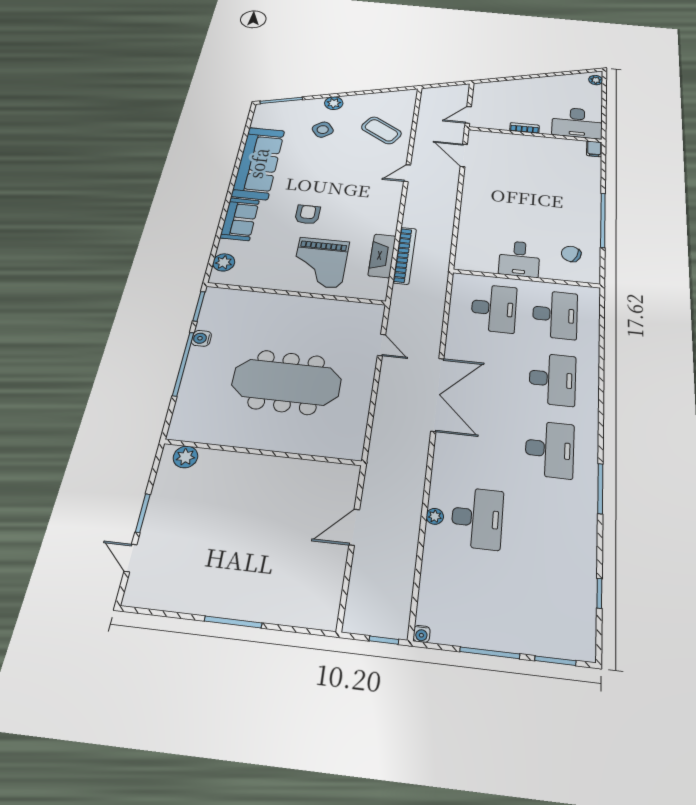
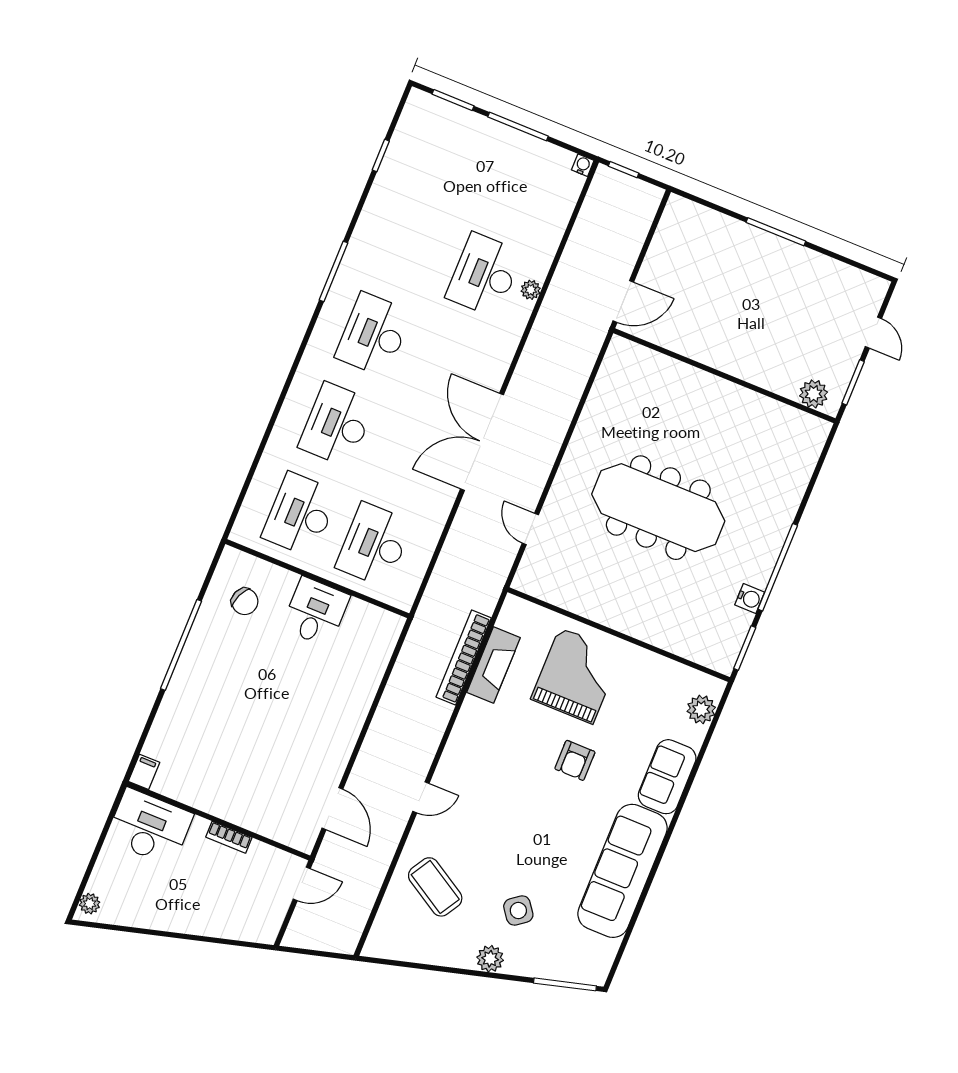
wall: (263, 452) -> (724, 376), moved
plant: (185, 457) -> (814, 394), moved

